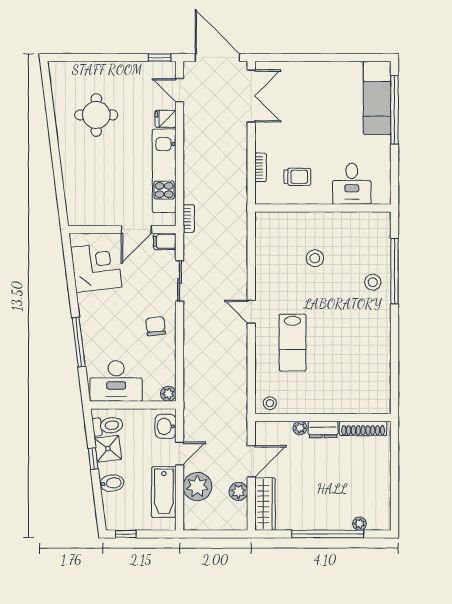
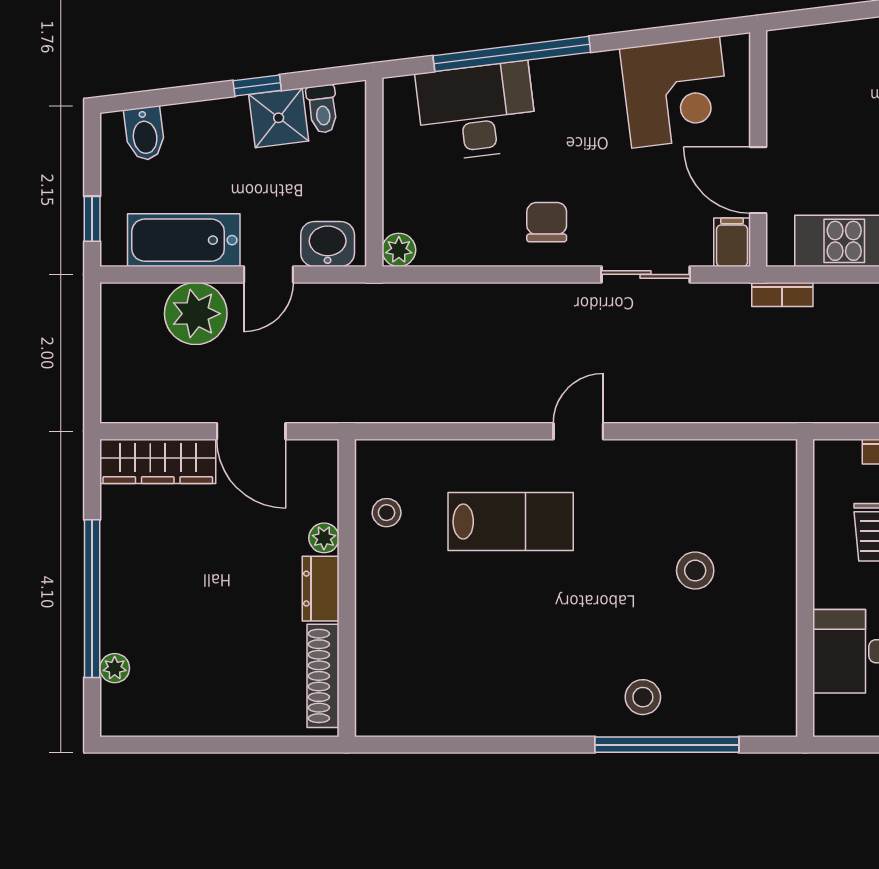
chair: (156, 326) -> (547, 222), turned -84
window: (79, 342) -> (512, 54), width x1.46
lab bench: (292, 343) -> (511, 522), turned 180
desk: (116, 381) -> (477, 111), moved, turned 83
stool: (270, 403) -> (387, 513), moved
toilet: (108, 426) -> (322, 109), width x0.73, depth x0.72
door: (180, 453) -> (269, 274), hinge flipped
bidet: (112, 483) -> (145, 134), moved
plant: (238, 491) -> (185, 403), removed
window: (126, 534) -> (92, 219), moved

